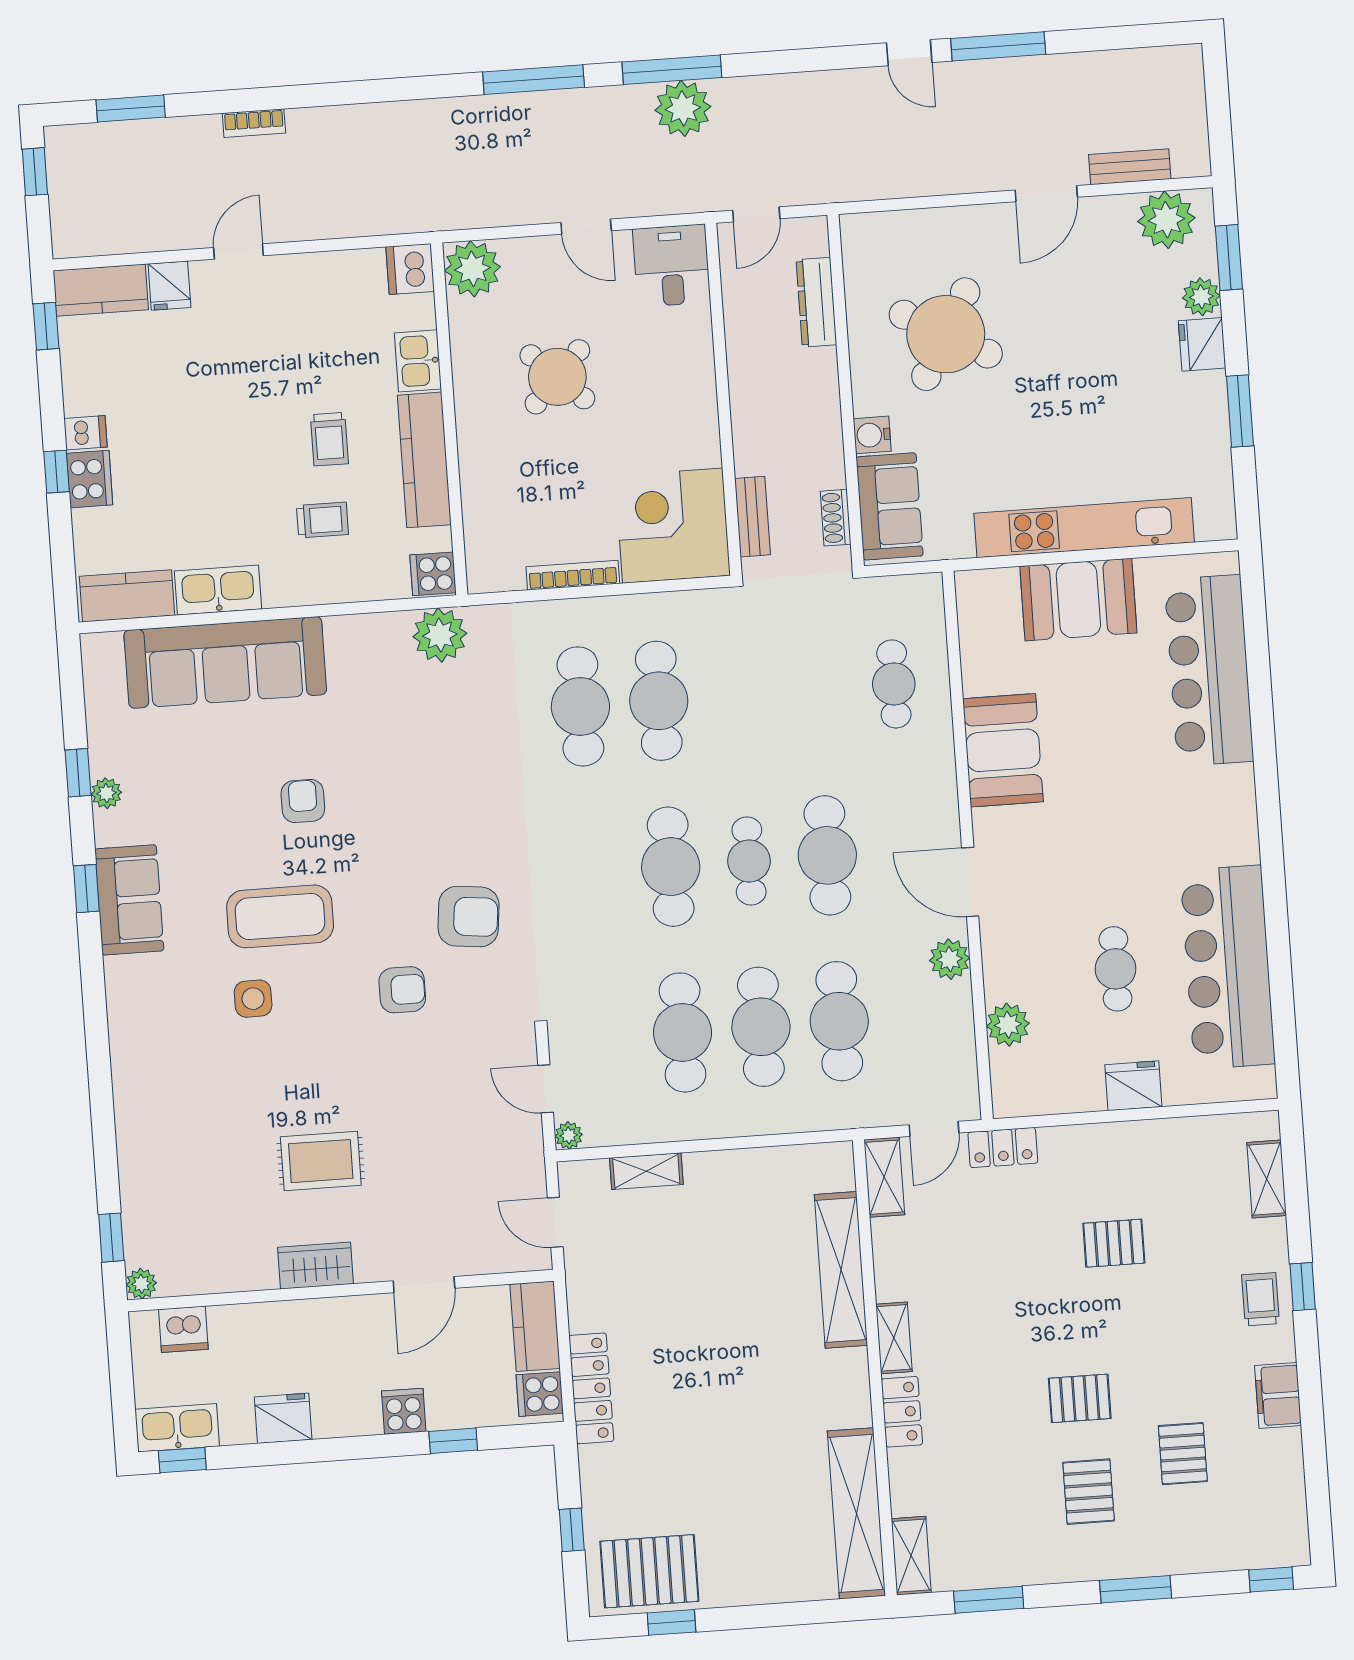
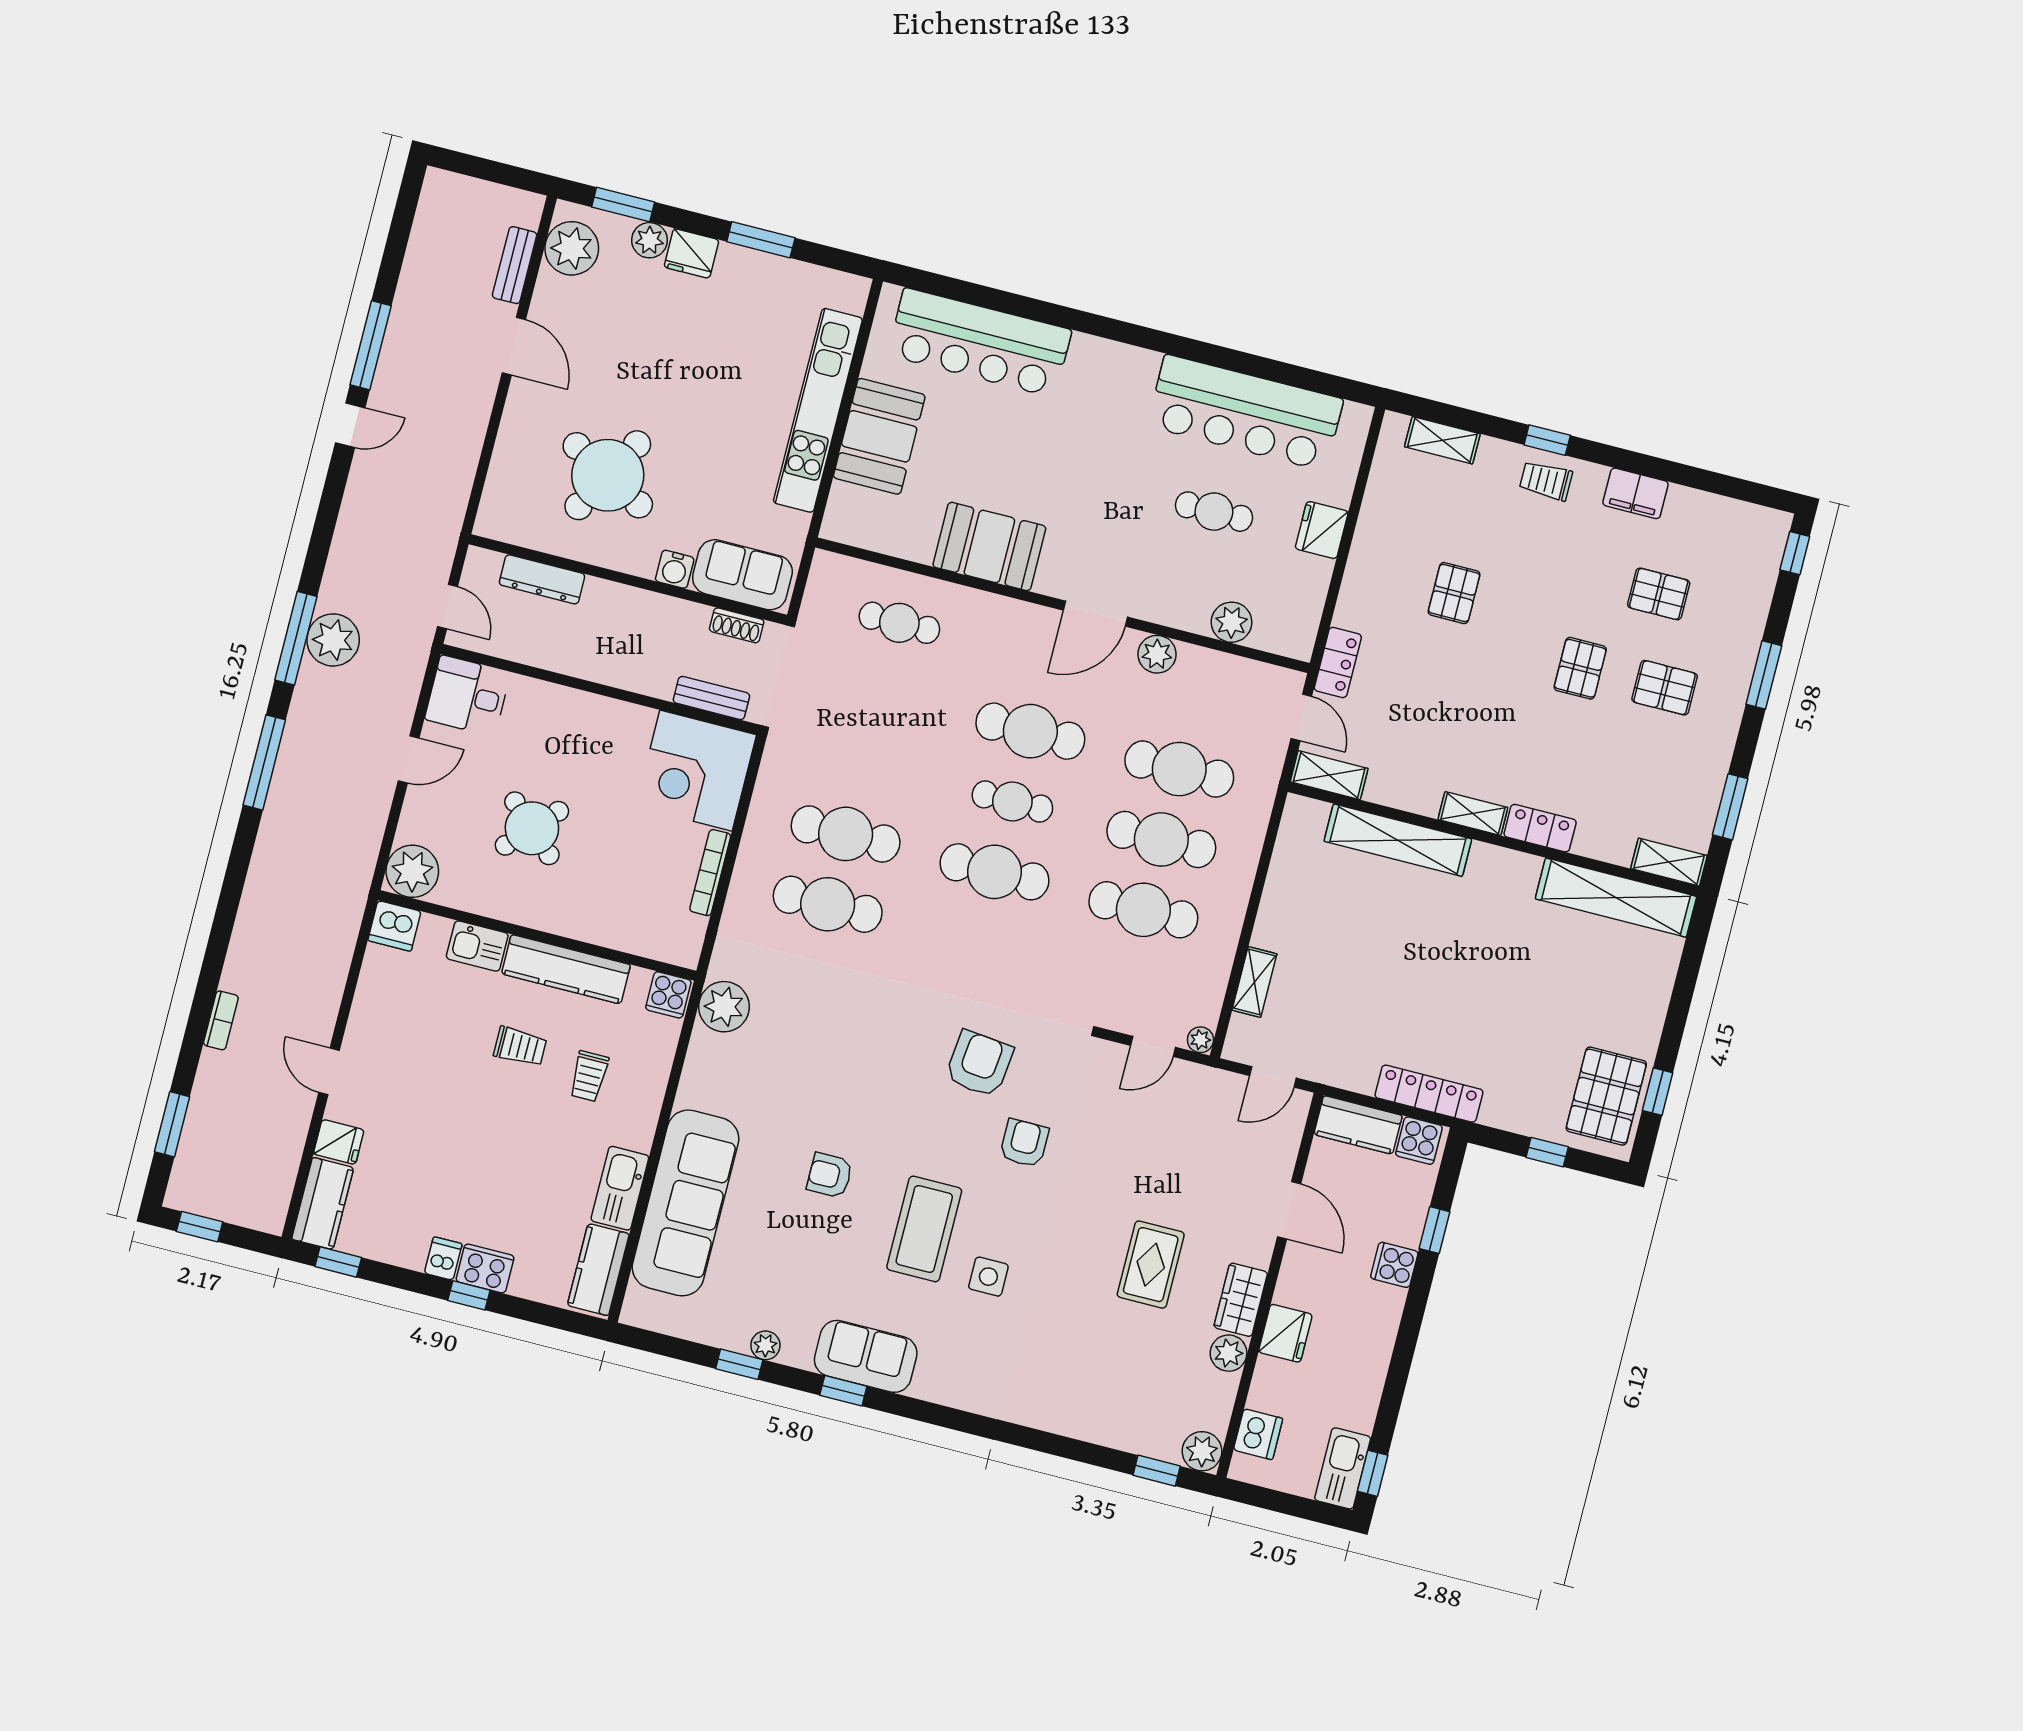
trolley: (322, 520) -> (589, 1076), turned 180
plant: (257, 1271) -> (1229, 1353), added
plant: (141, 1284) -> (1202, 1451), width x1.38, depth x1.38
fridge: (283, 1418) -> (1285, 1333), moved, turned 180

